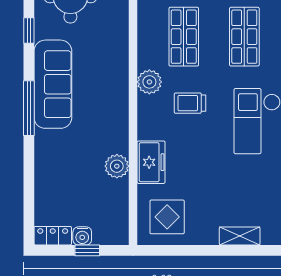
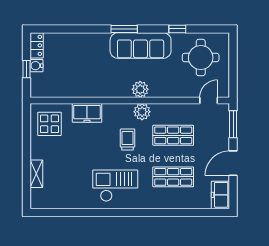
window: (29, 108) -> (124, 29), width x0.69
plant: (117, 166) -> (140, 89), moved

